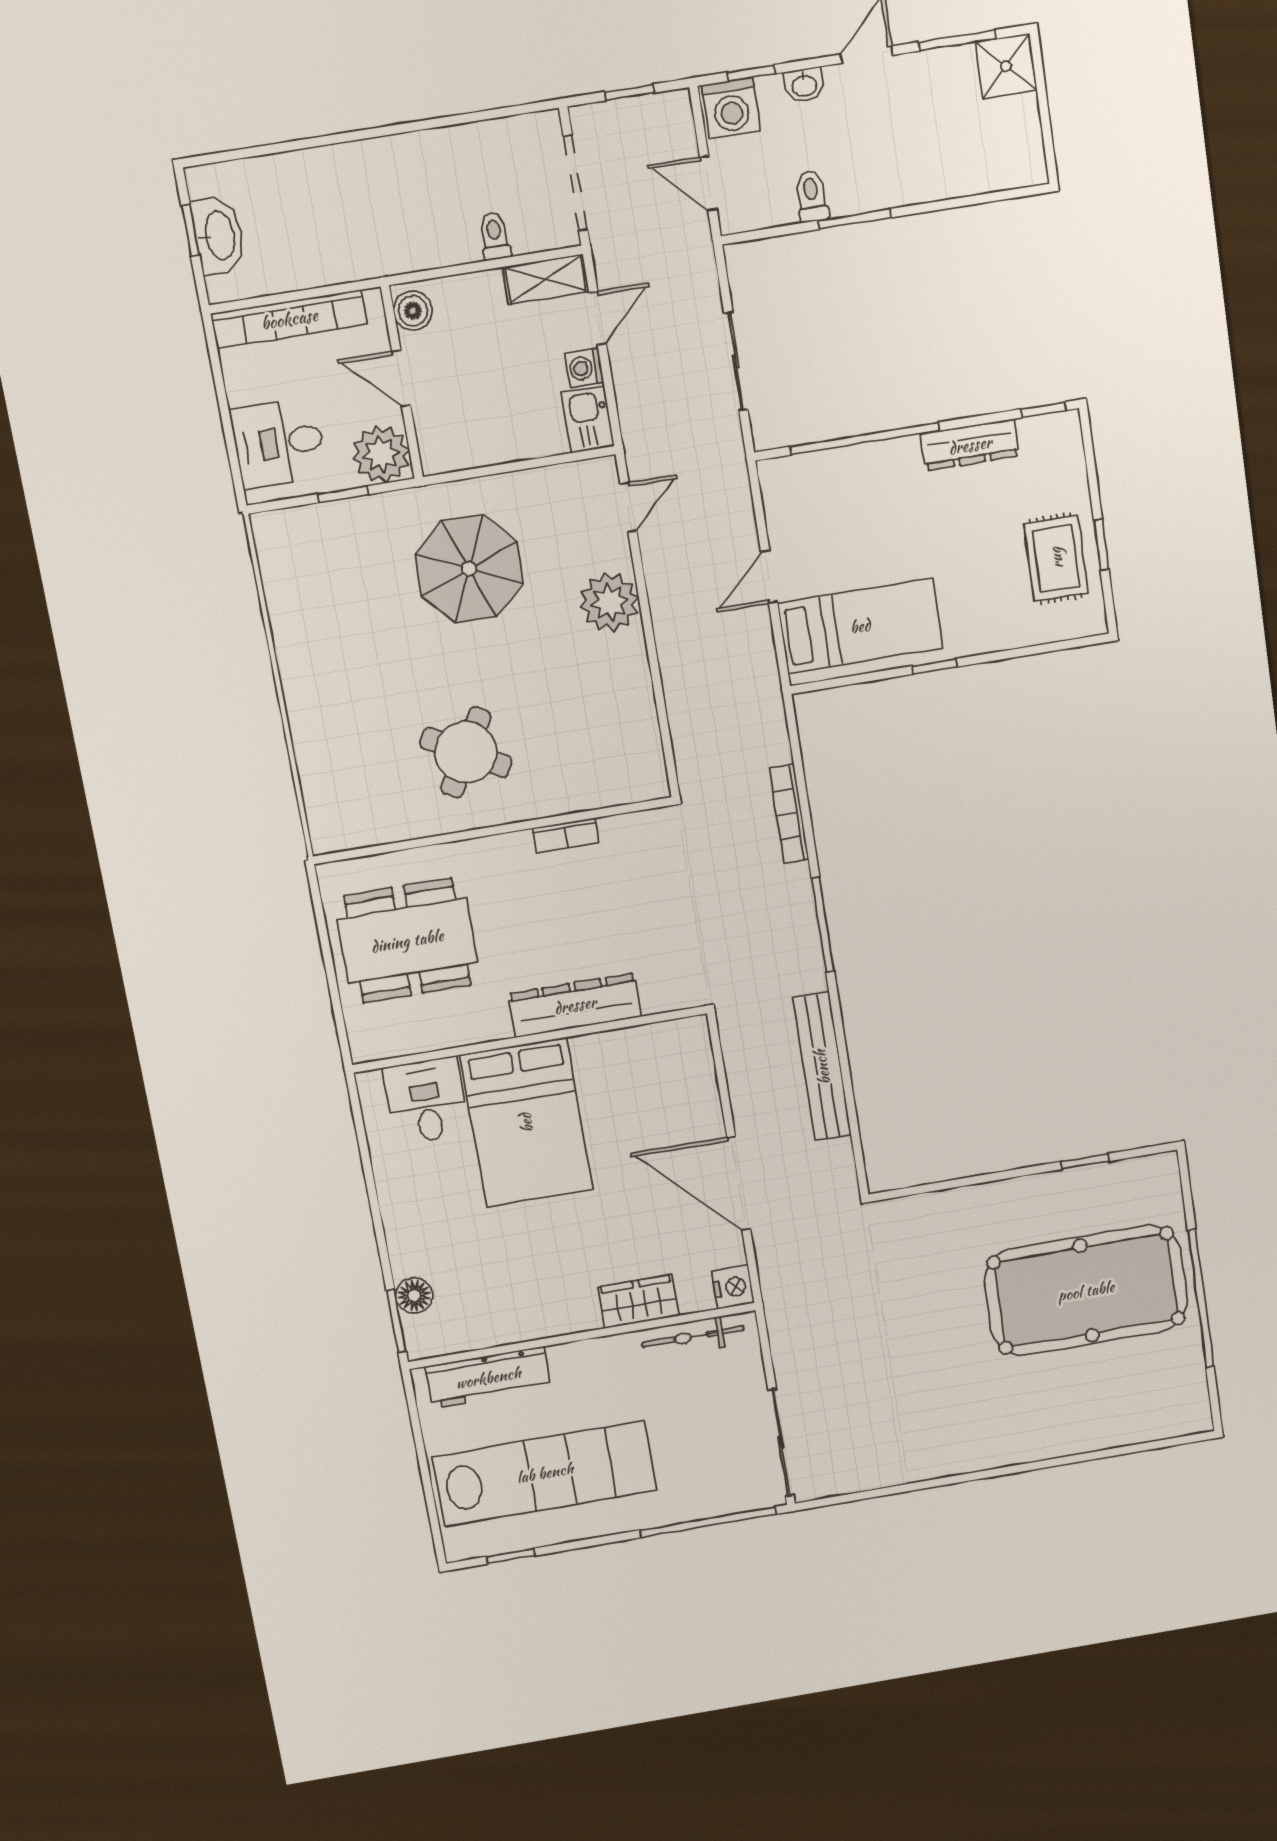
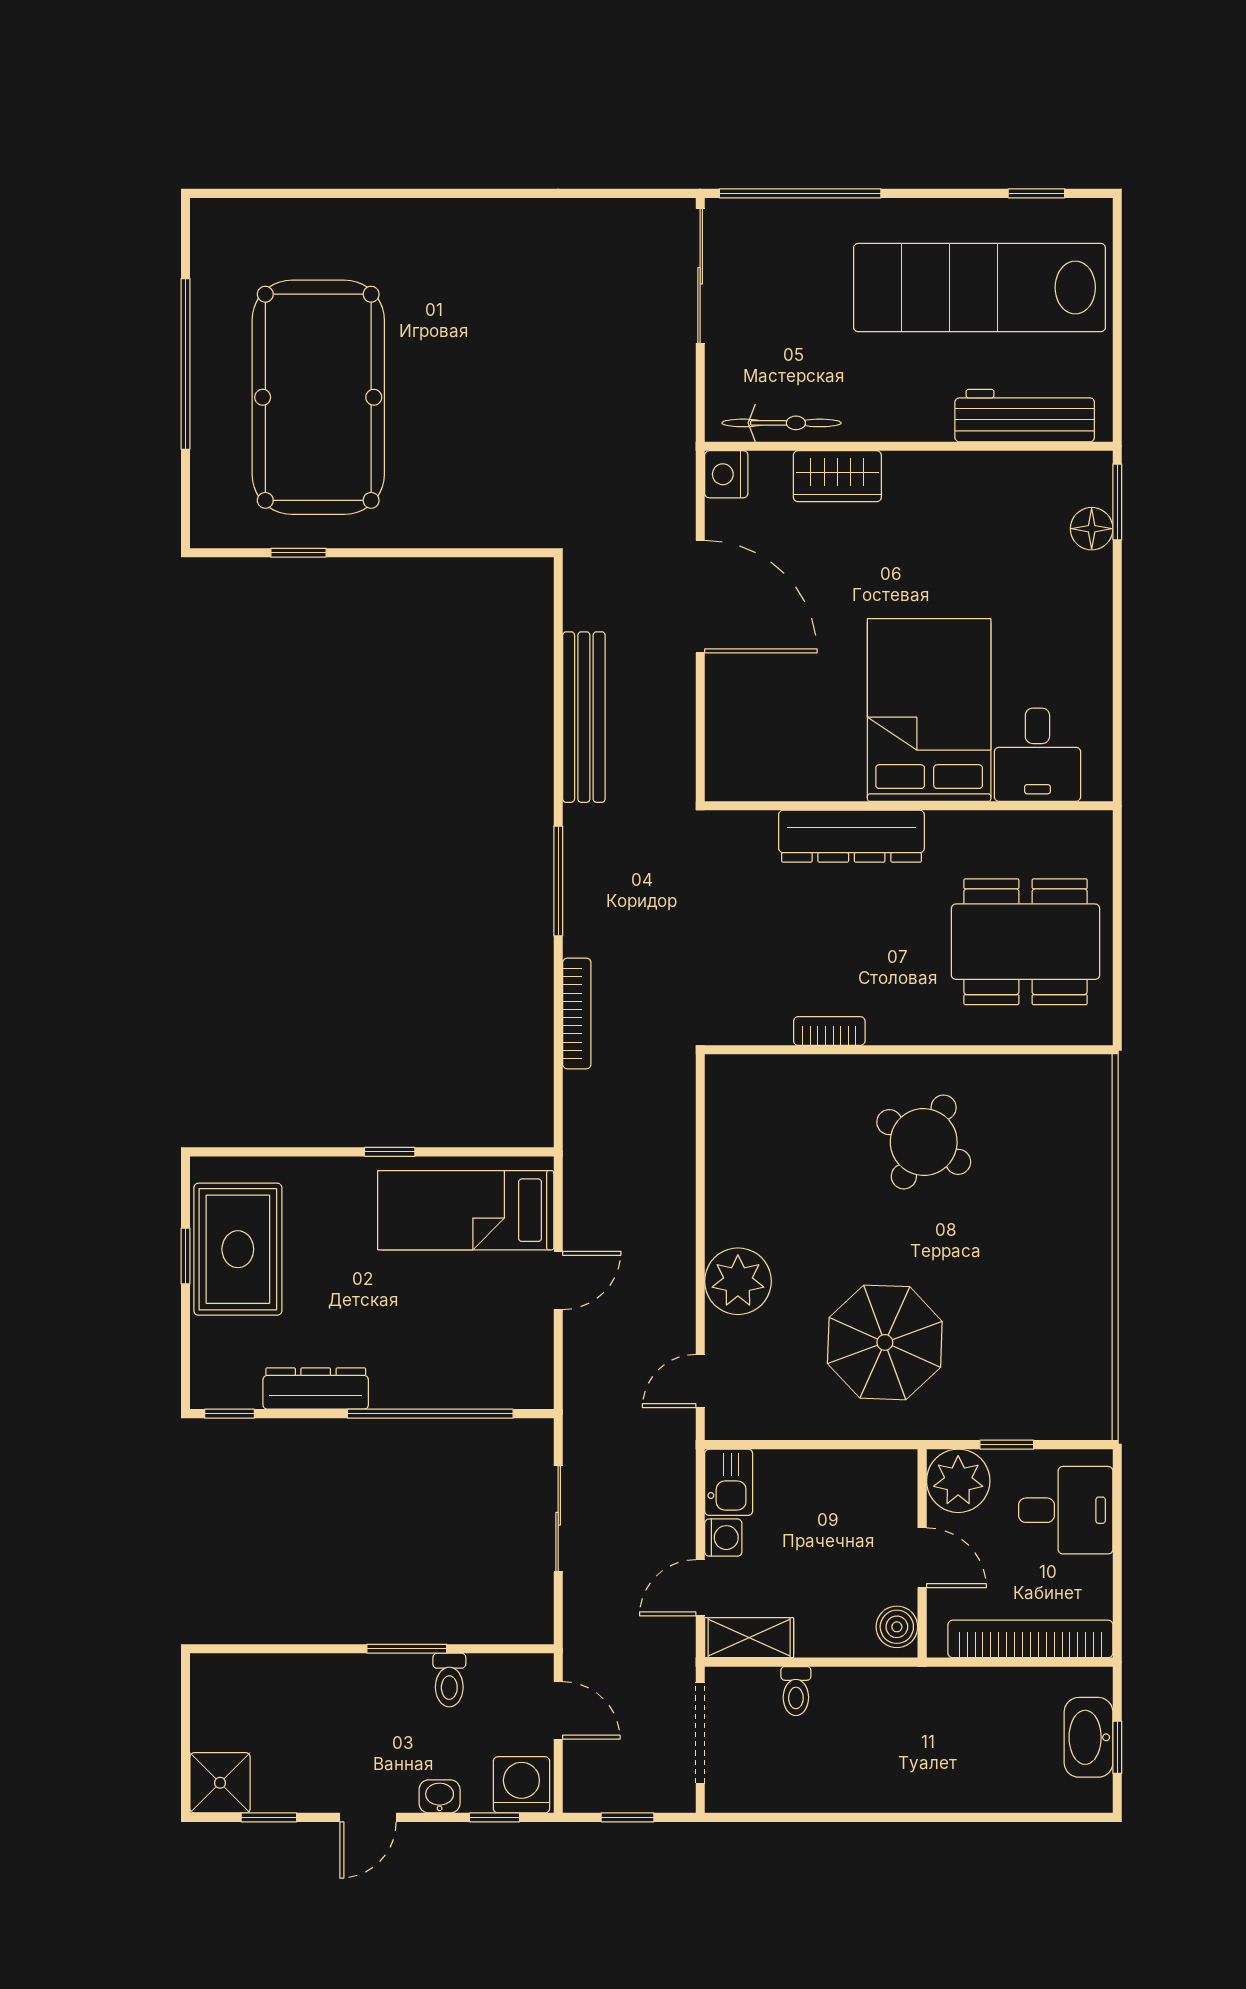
window: (957, 40) -> (269, 1817), width x0.67
rug: (1056, 558) -> (238, 1249), width x1.36, depth x1.43
pool table: (1086, 1291) -> (318, 397), turned 90

